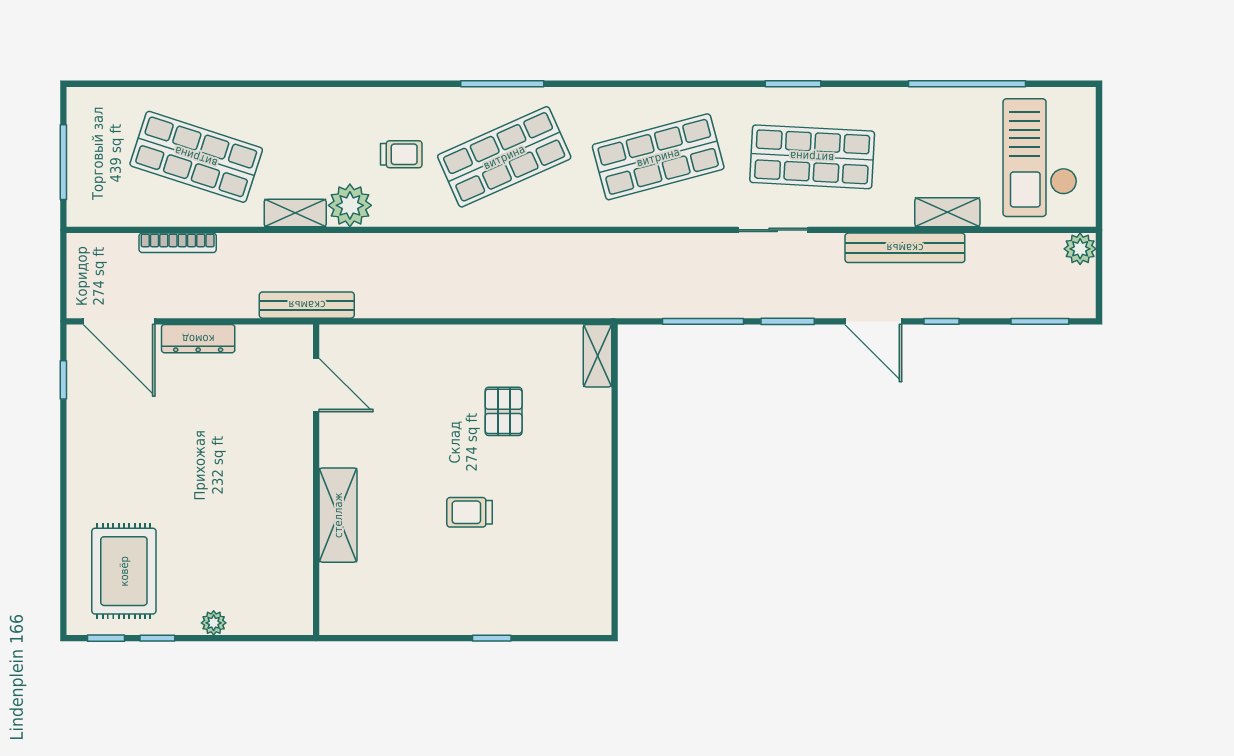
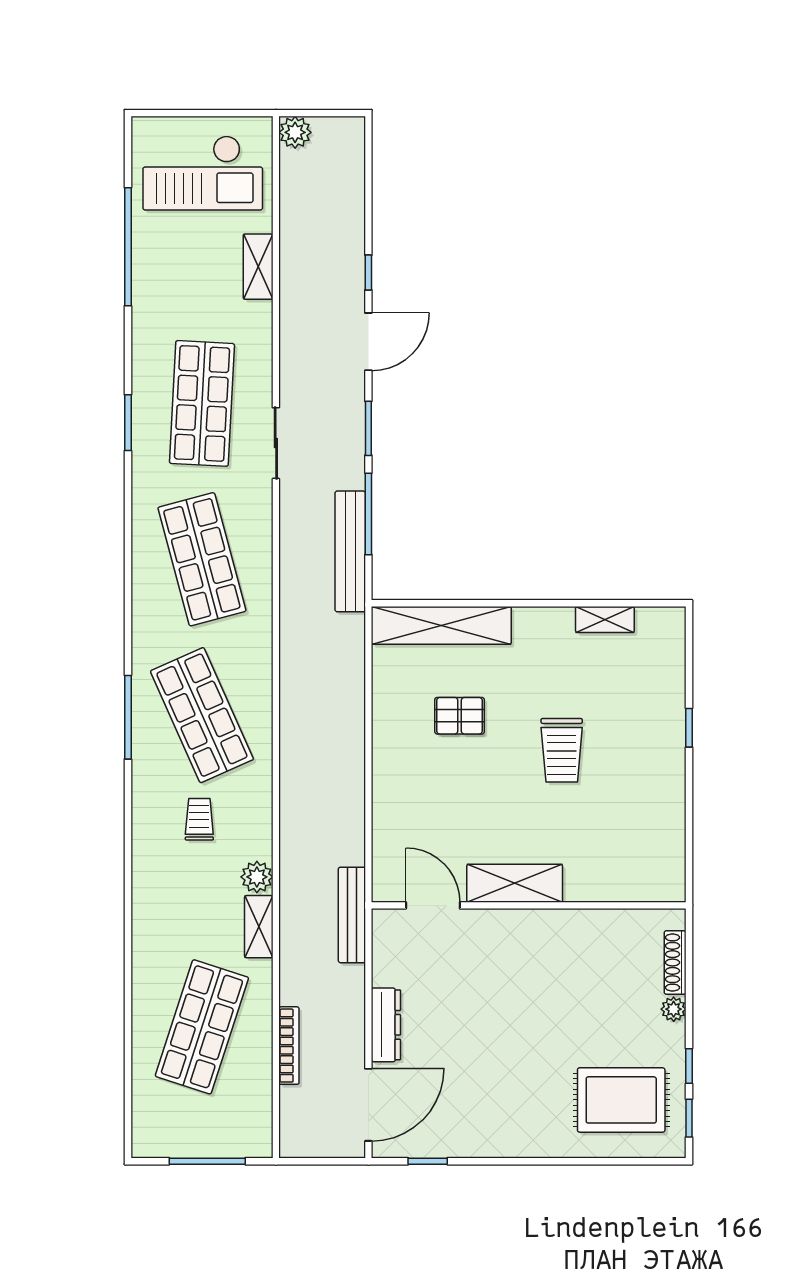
plant: (350, 205) -> (257, 877), width x0.73, depth x0.73
bench: (905, 248) -> (350, 551), moved
window: (1040, 321) -> (368, 173), removed
shelving: (598, 356) -> (441, 625), width x2.20, depth x1.33
door: (316, 385) -> (433, 905), hinge flipped
trolley: (469, 512) -> (562, 750), width x1.36, depth x1.39
shelving: (338, 515) -> (515, 883), moved
shelving: (599, 555) -> (605, 620), added
shoe rack: (260, 624) -> (675, 963), added

